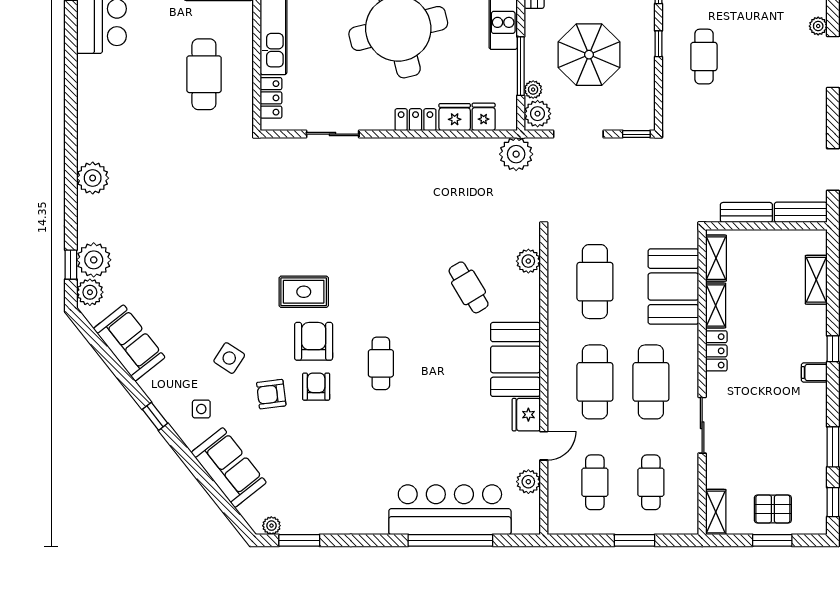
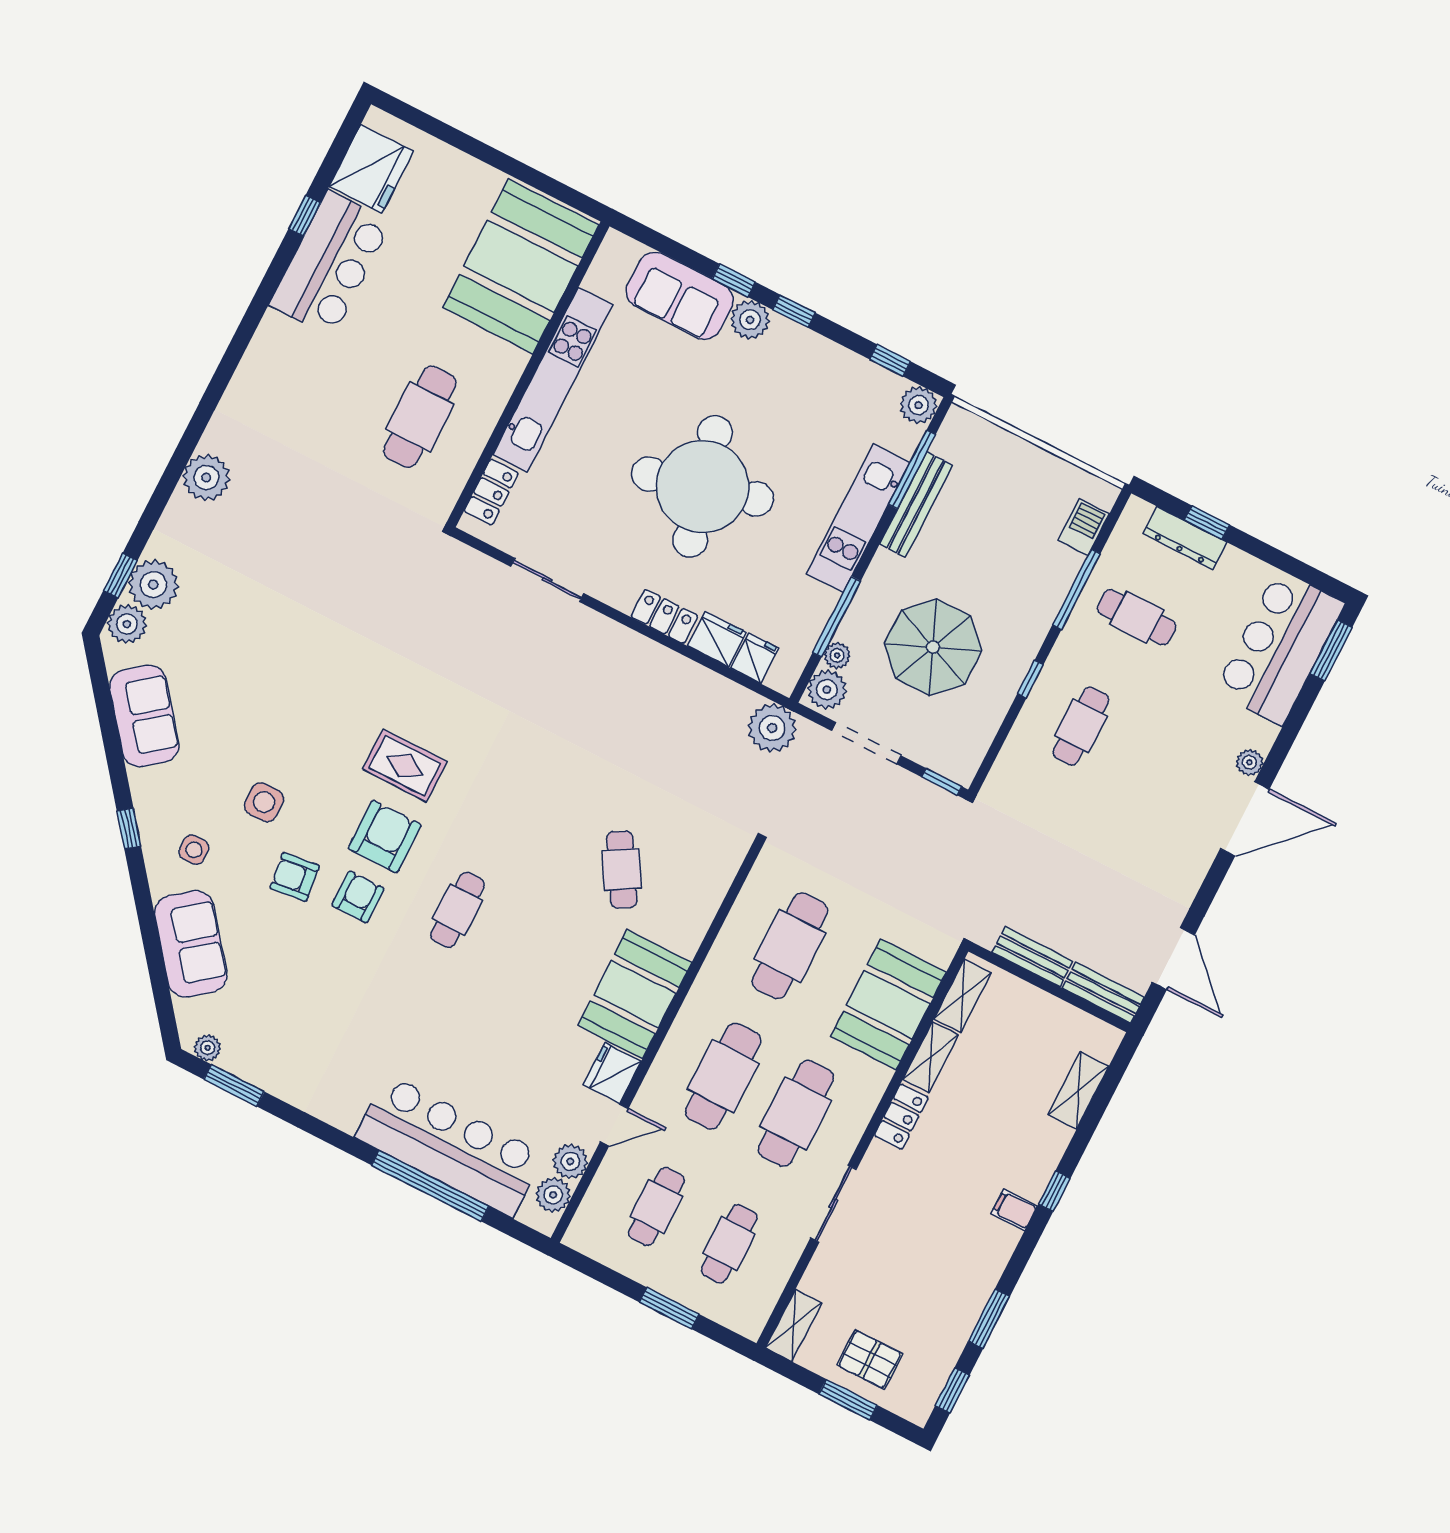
plant: (528, 261) -> (553, 1195), moved
side table: (229, 358) -> (264, 802), turned -33

